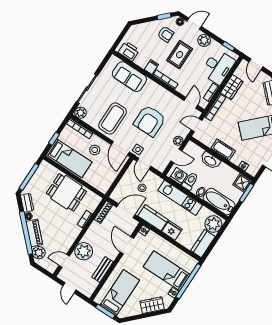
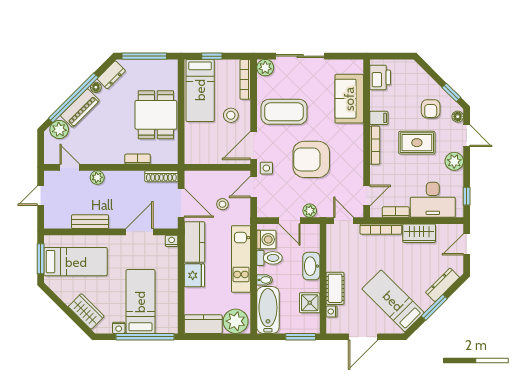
cot: (223, 150) -> (335, 288), moved
shower: (242, 183) -> (310, 303), moved
plant: (84, 251) -> (97, 177), width x0.53, depth x0.53

